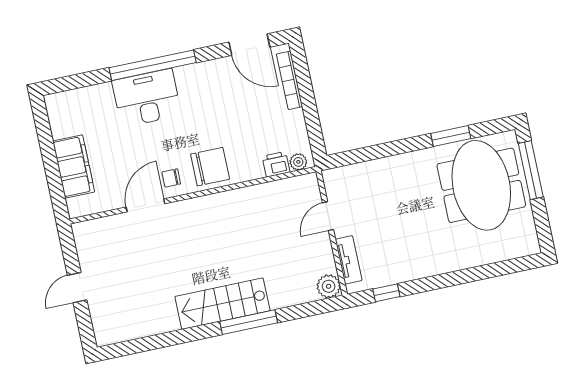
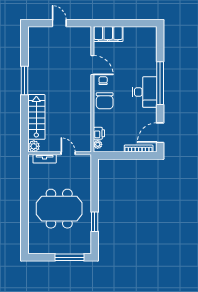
desk: (147, 98) -> (145, 92), moved
filing cabinet: (74, 166) -> (108, 34), moved
meeting table: (481, 185) -> (59, 209), moved
window: (386, 293) -> (25, 174), removed
stairs: (222, 304) -> (36, 117), moved
window: (249, 322) -> (25, 80), moved

